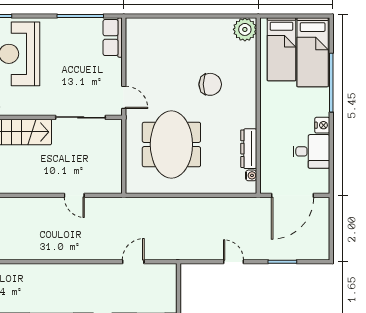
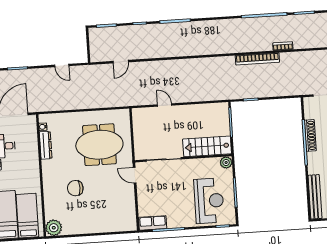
row of seats: (113, 38) -> (153, 223), moved, turned -90
meeting table: (171, 144) -> (99, 145), turned 90
door: (234, 262) -> (62, 65), moved

